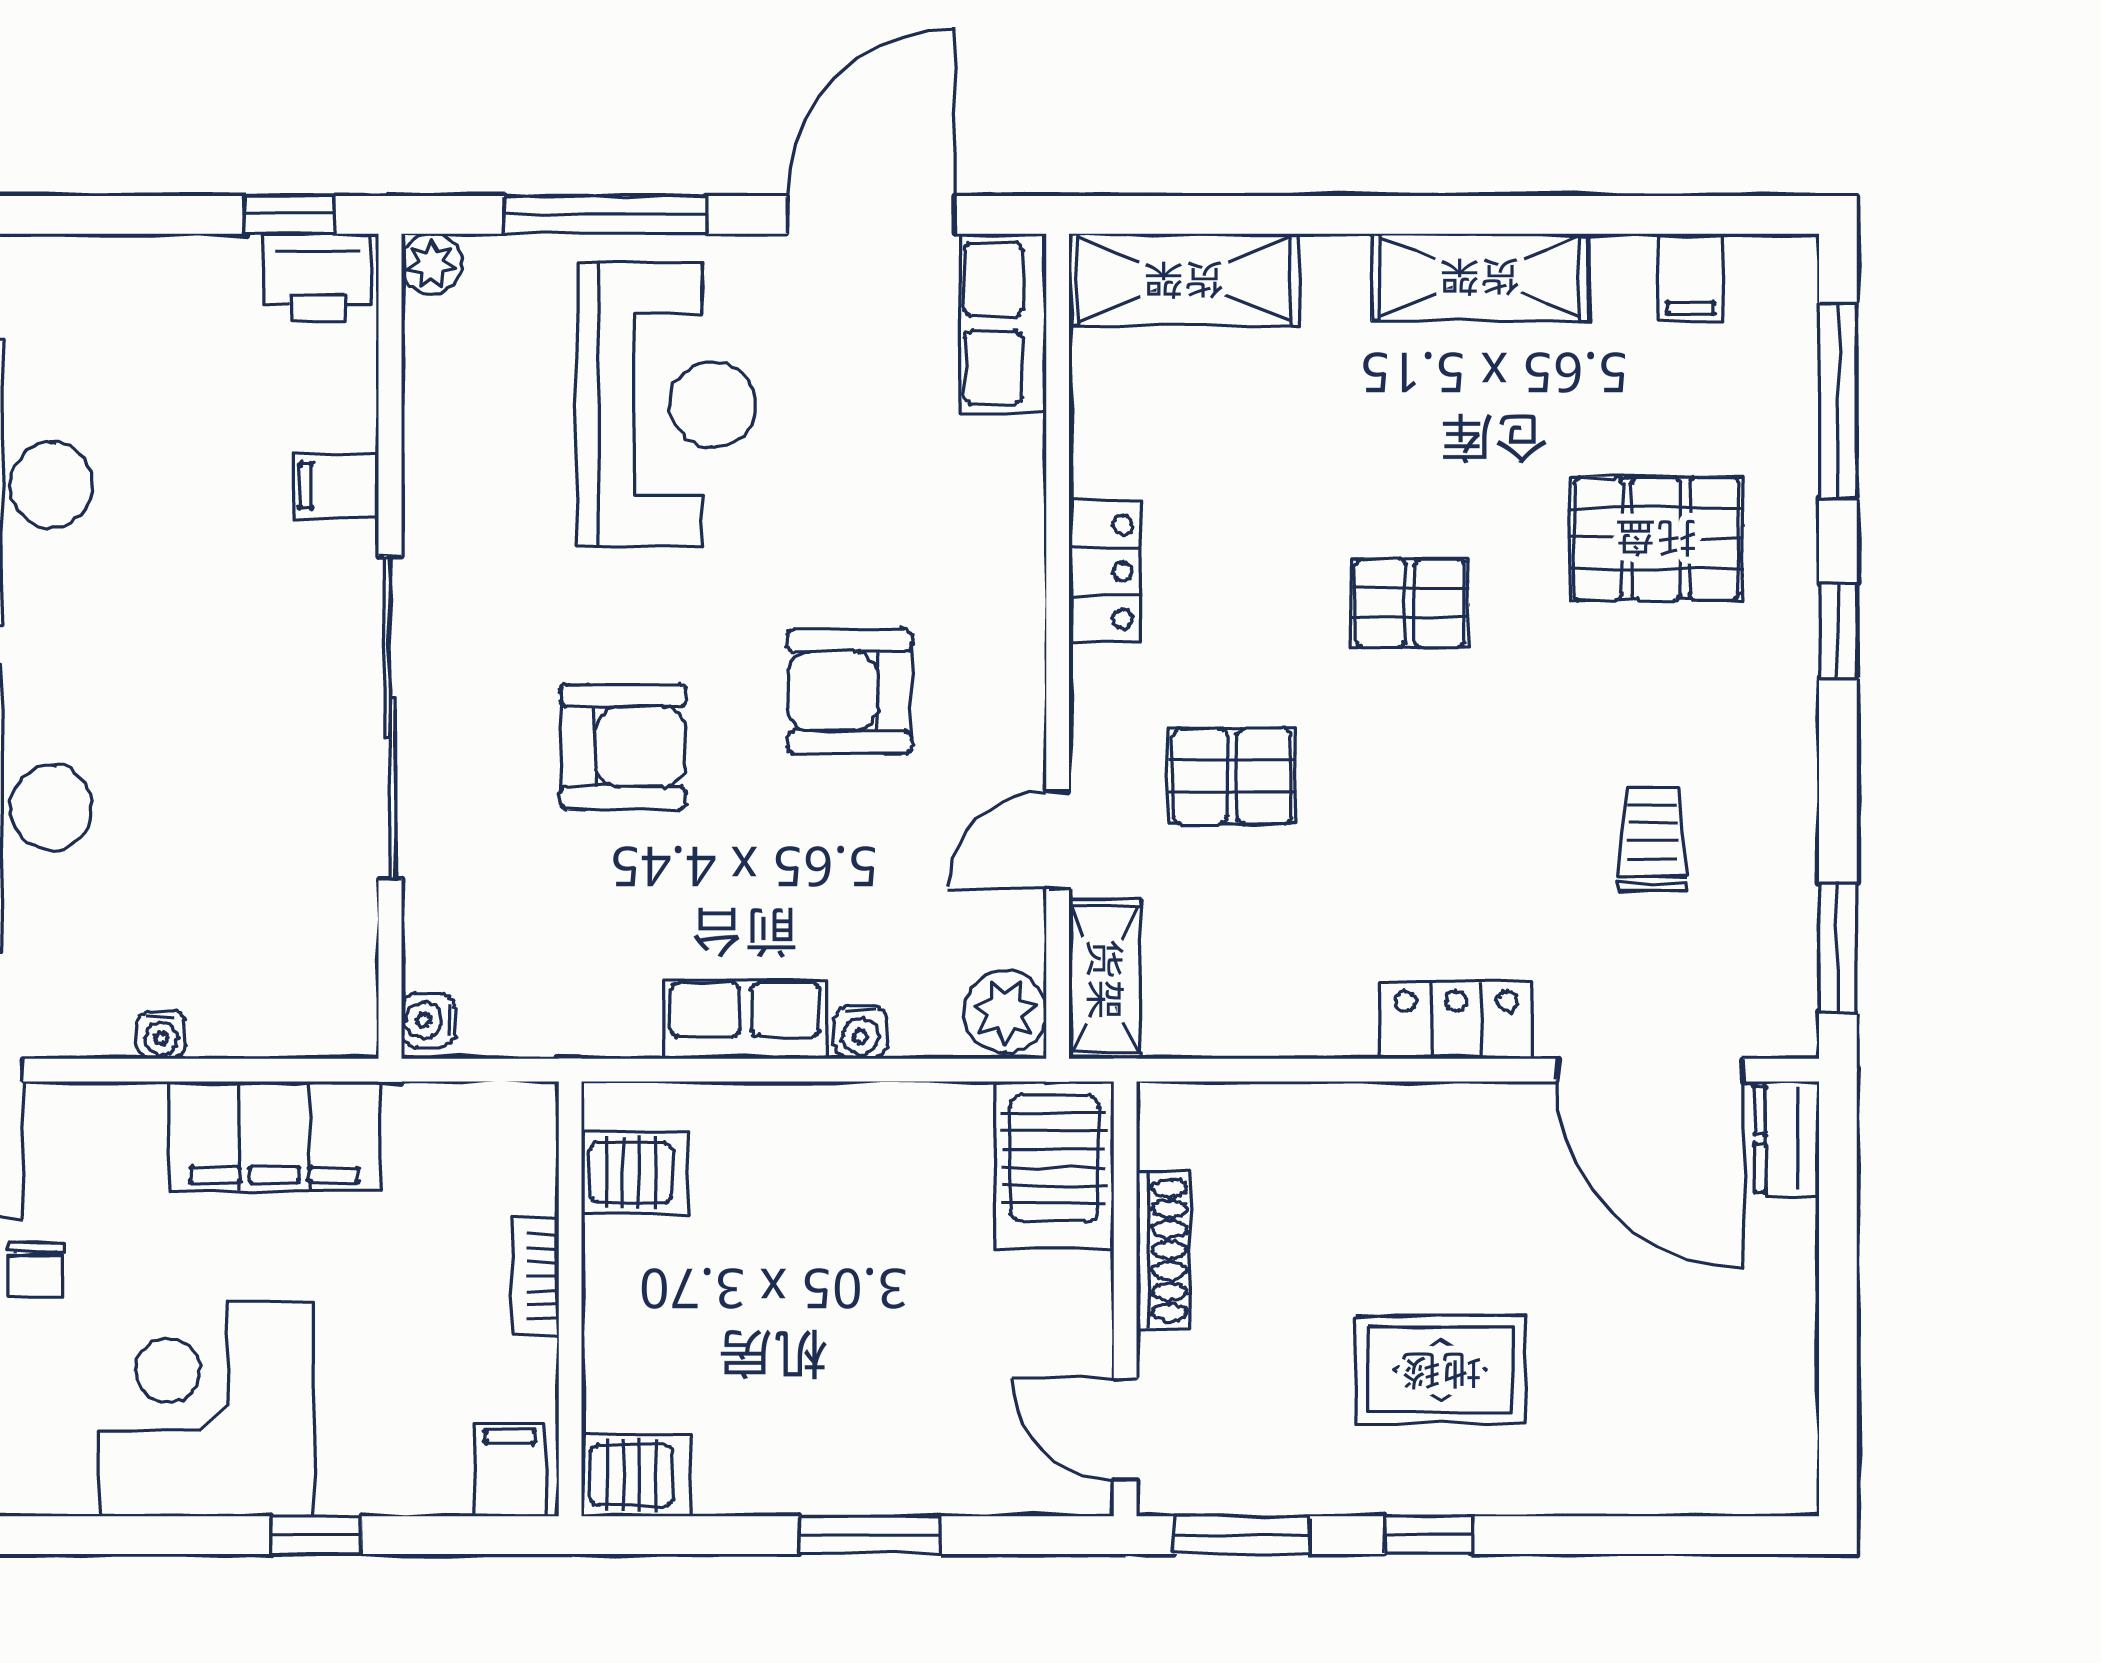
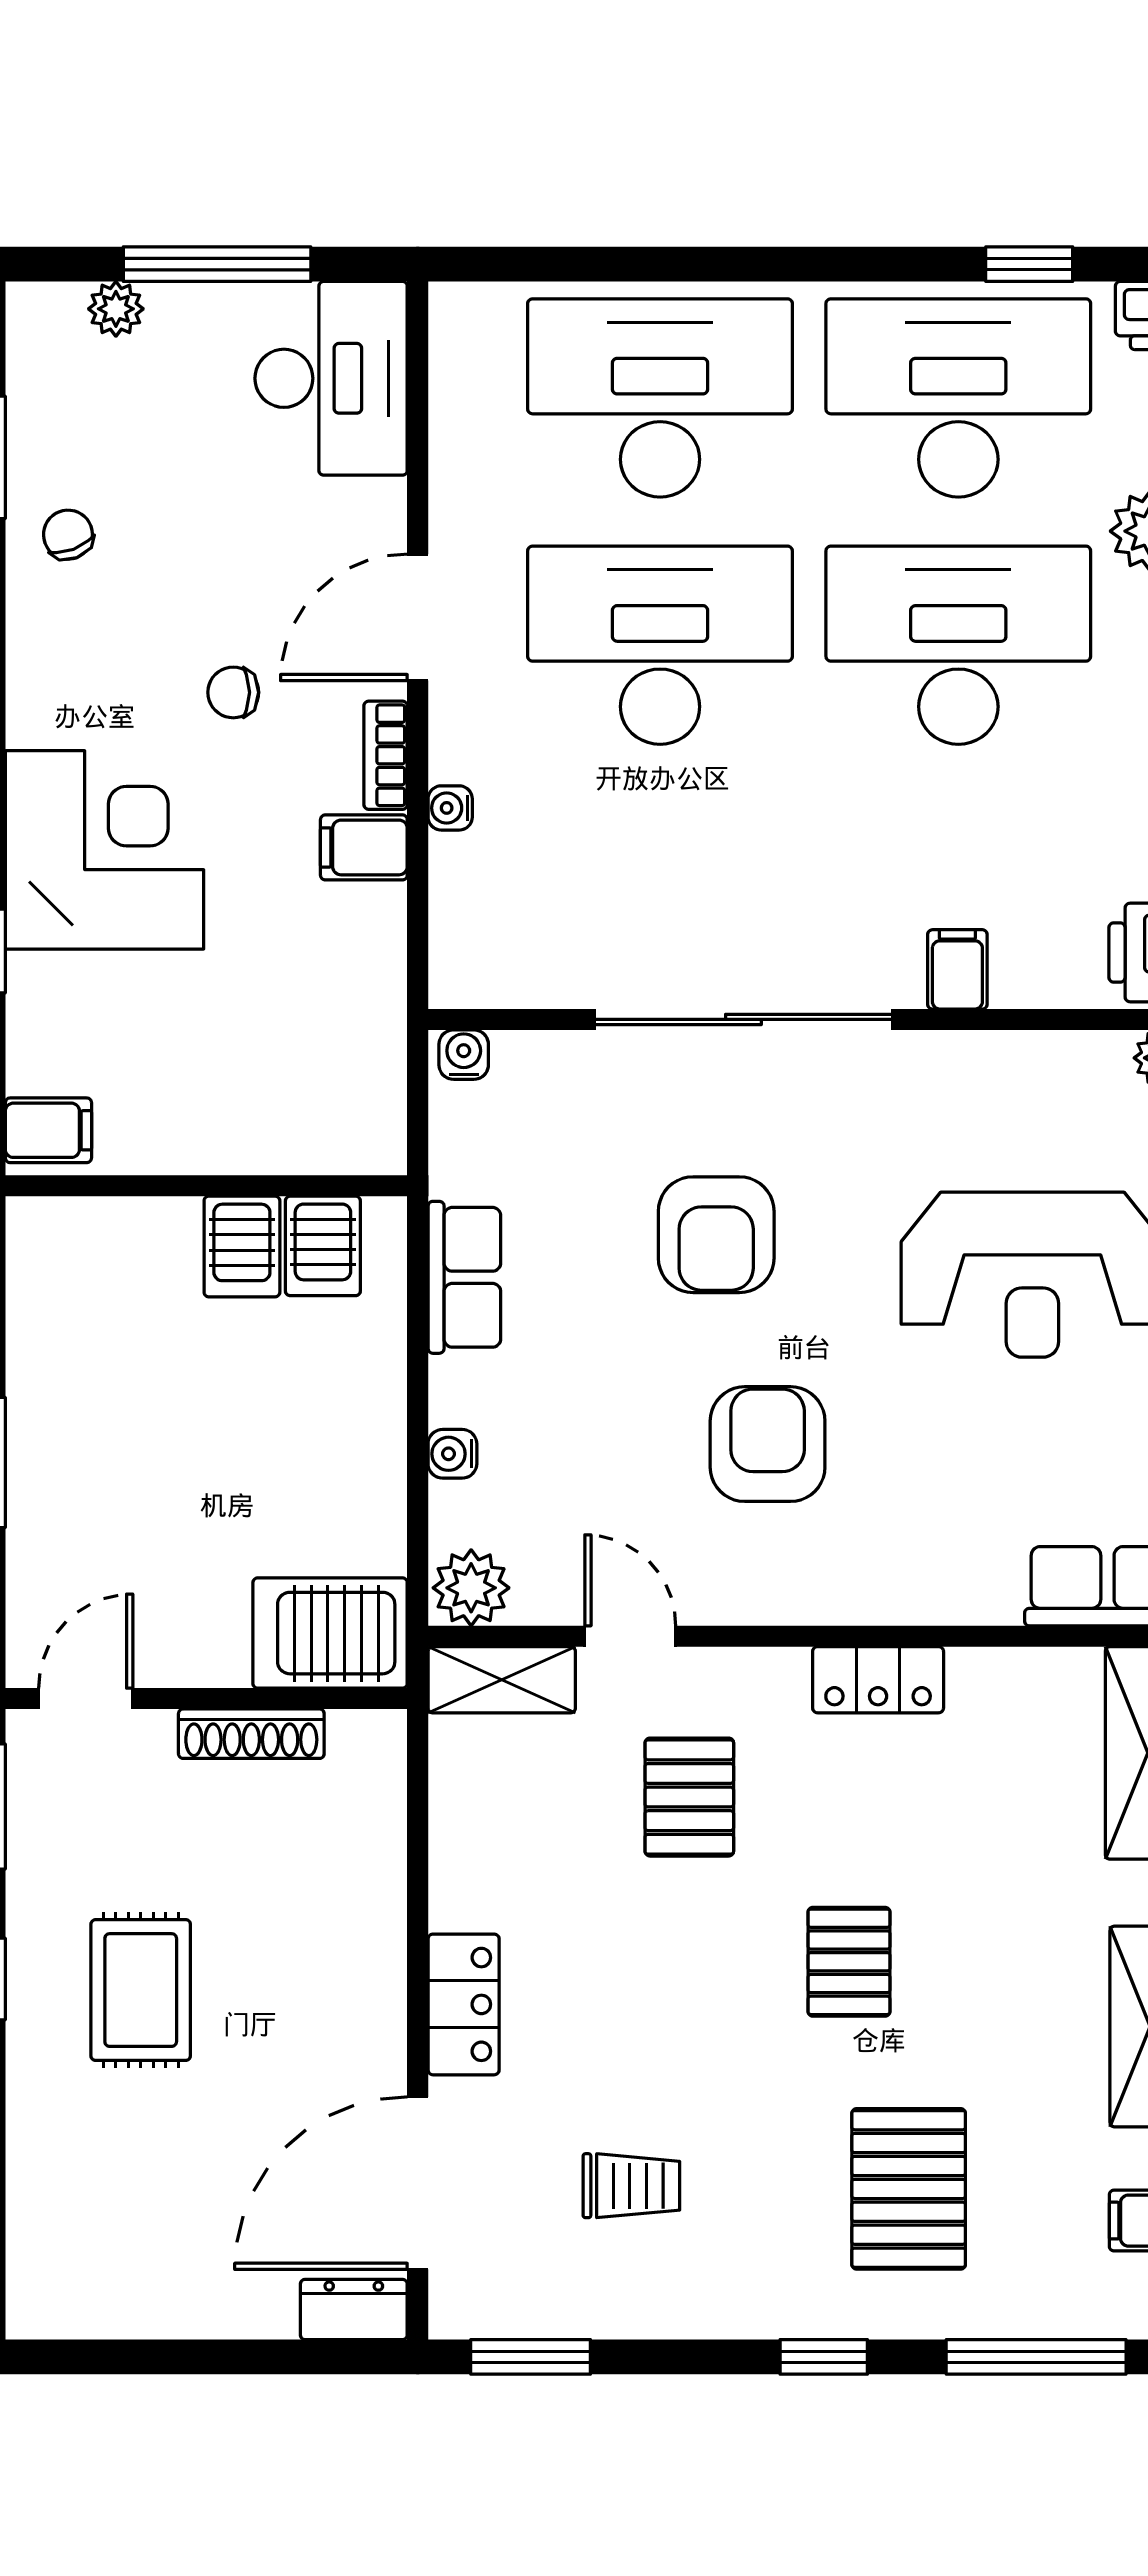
row of seats: (746, 1019) -> (464, 1277), moved
filing cabinet: (274, 1136) -> (364, 847), width x0.33, depth x0.86
bookcase: (535, 1276) -> (386, 755), moved, turned -90
server rack: (636, 1475) -> (242, 1246), moved

